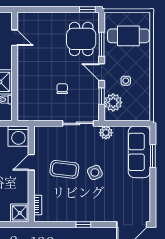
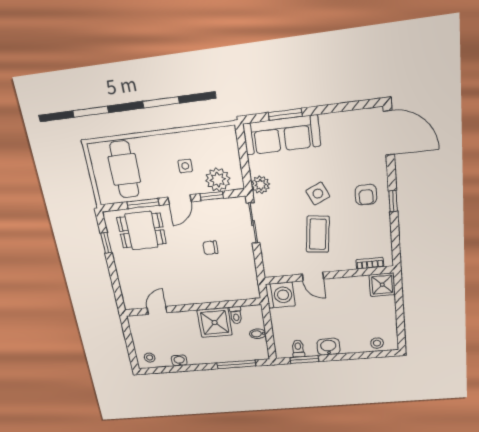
window: (87, 9) -> (106, 243), moved
armchair: (90, 206) -> (366, 195), added

